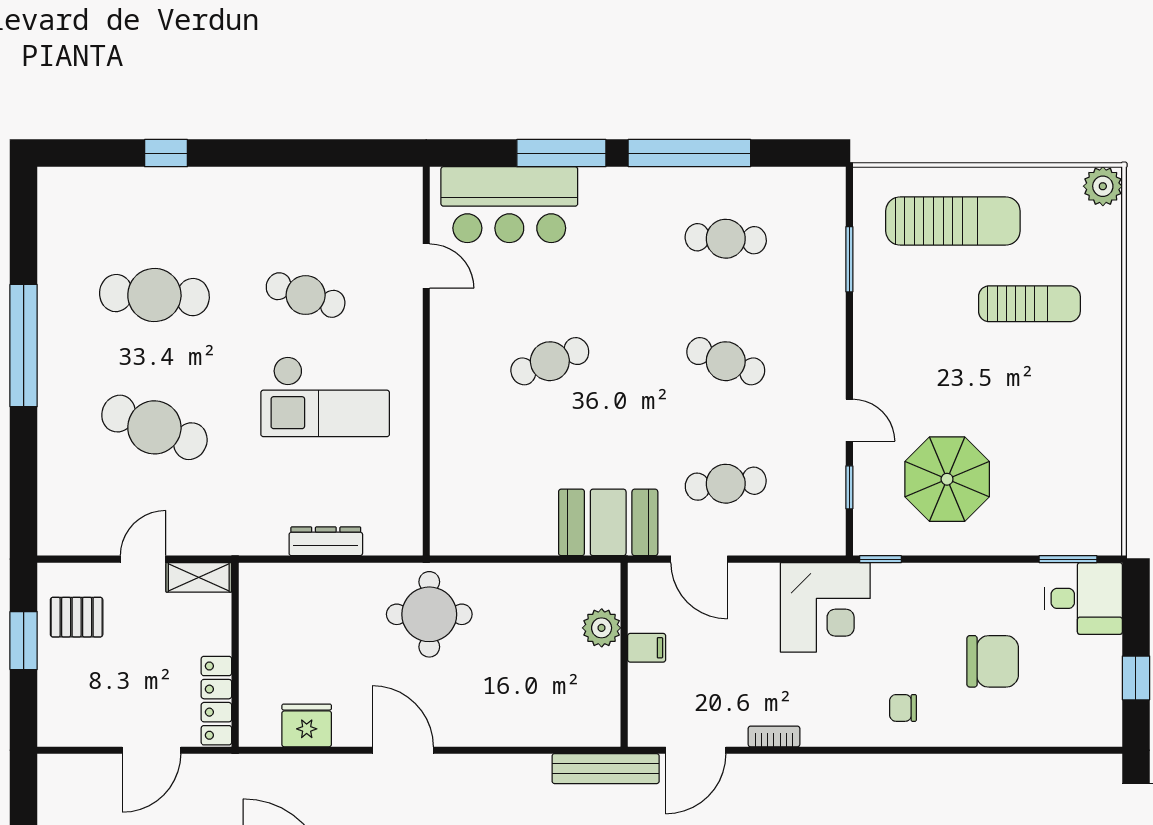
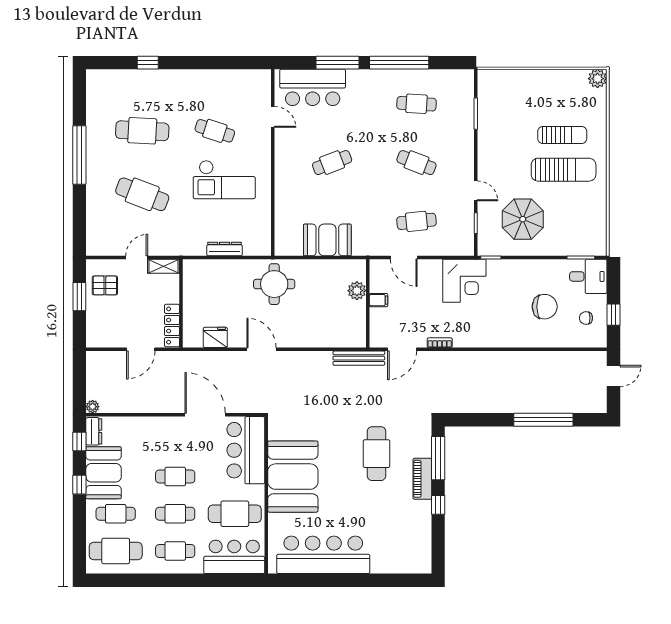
sun lounger: (953, 221) -> (564, 170), moved
booth: (608, 522) -> (327, 240), moved
chair: (903, 708) -> (586, 318), moved

